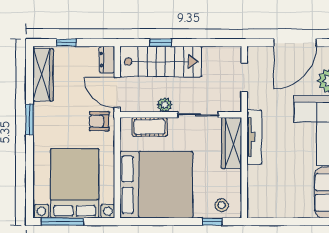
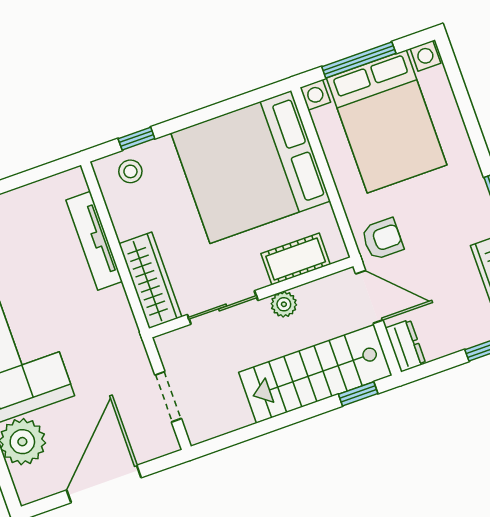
window: (161, 43) -> (358, 394), moved
tv unit: (254, 137) -> (94, 241), moved
window: (63, 222) -> (359, 60), moved

